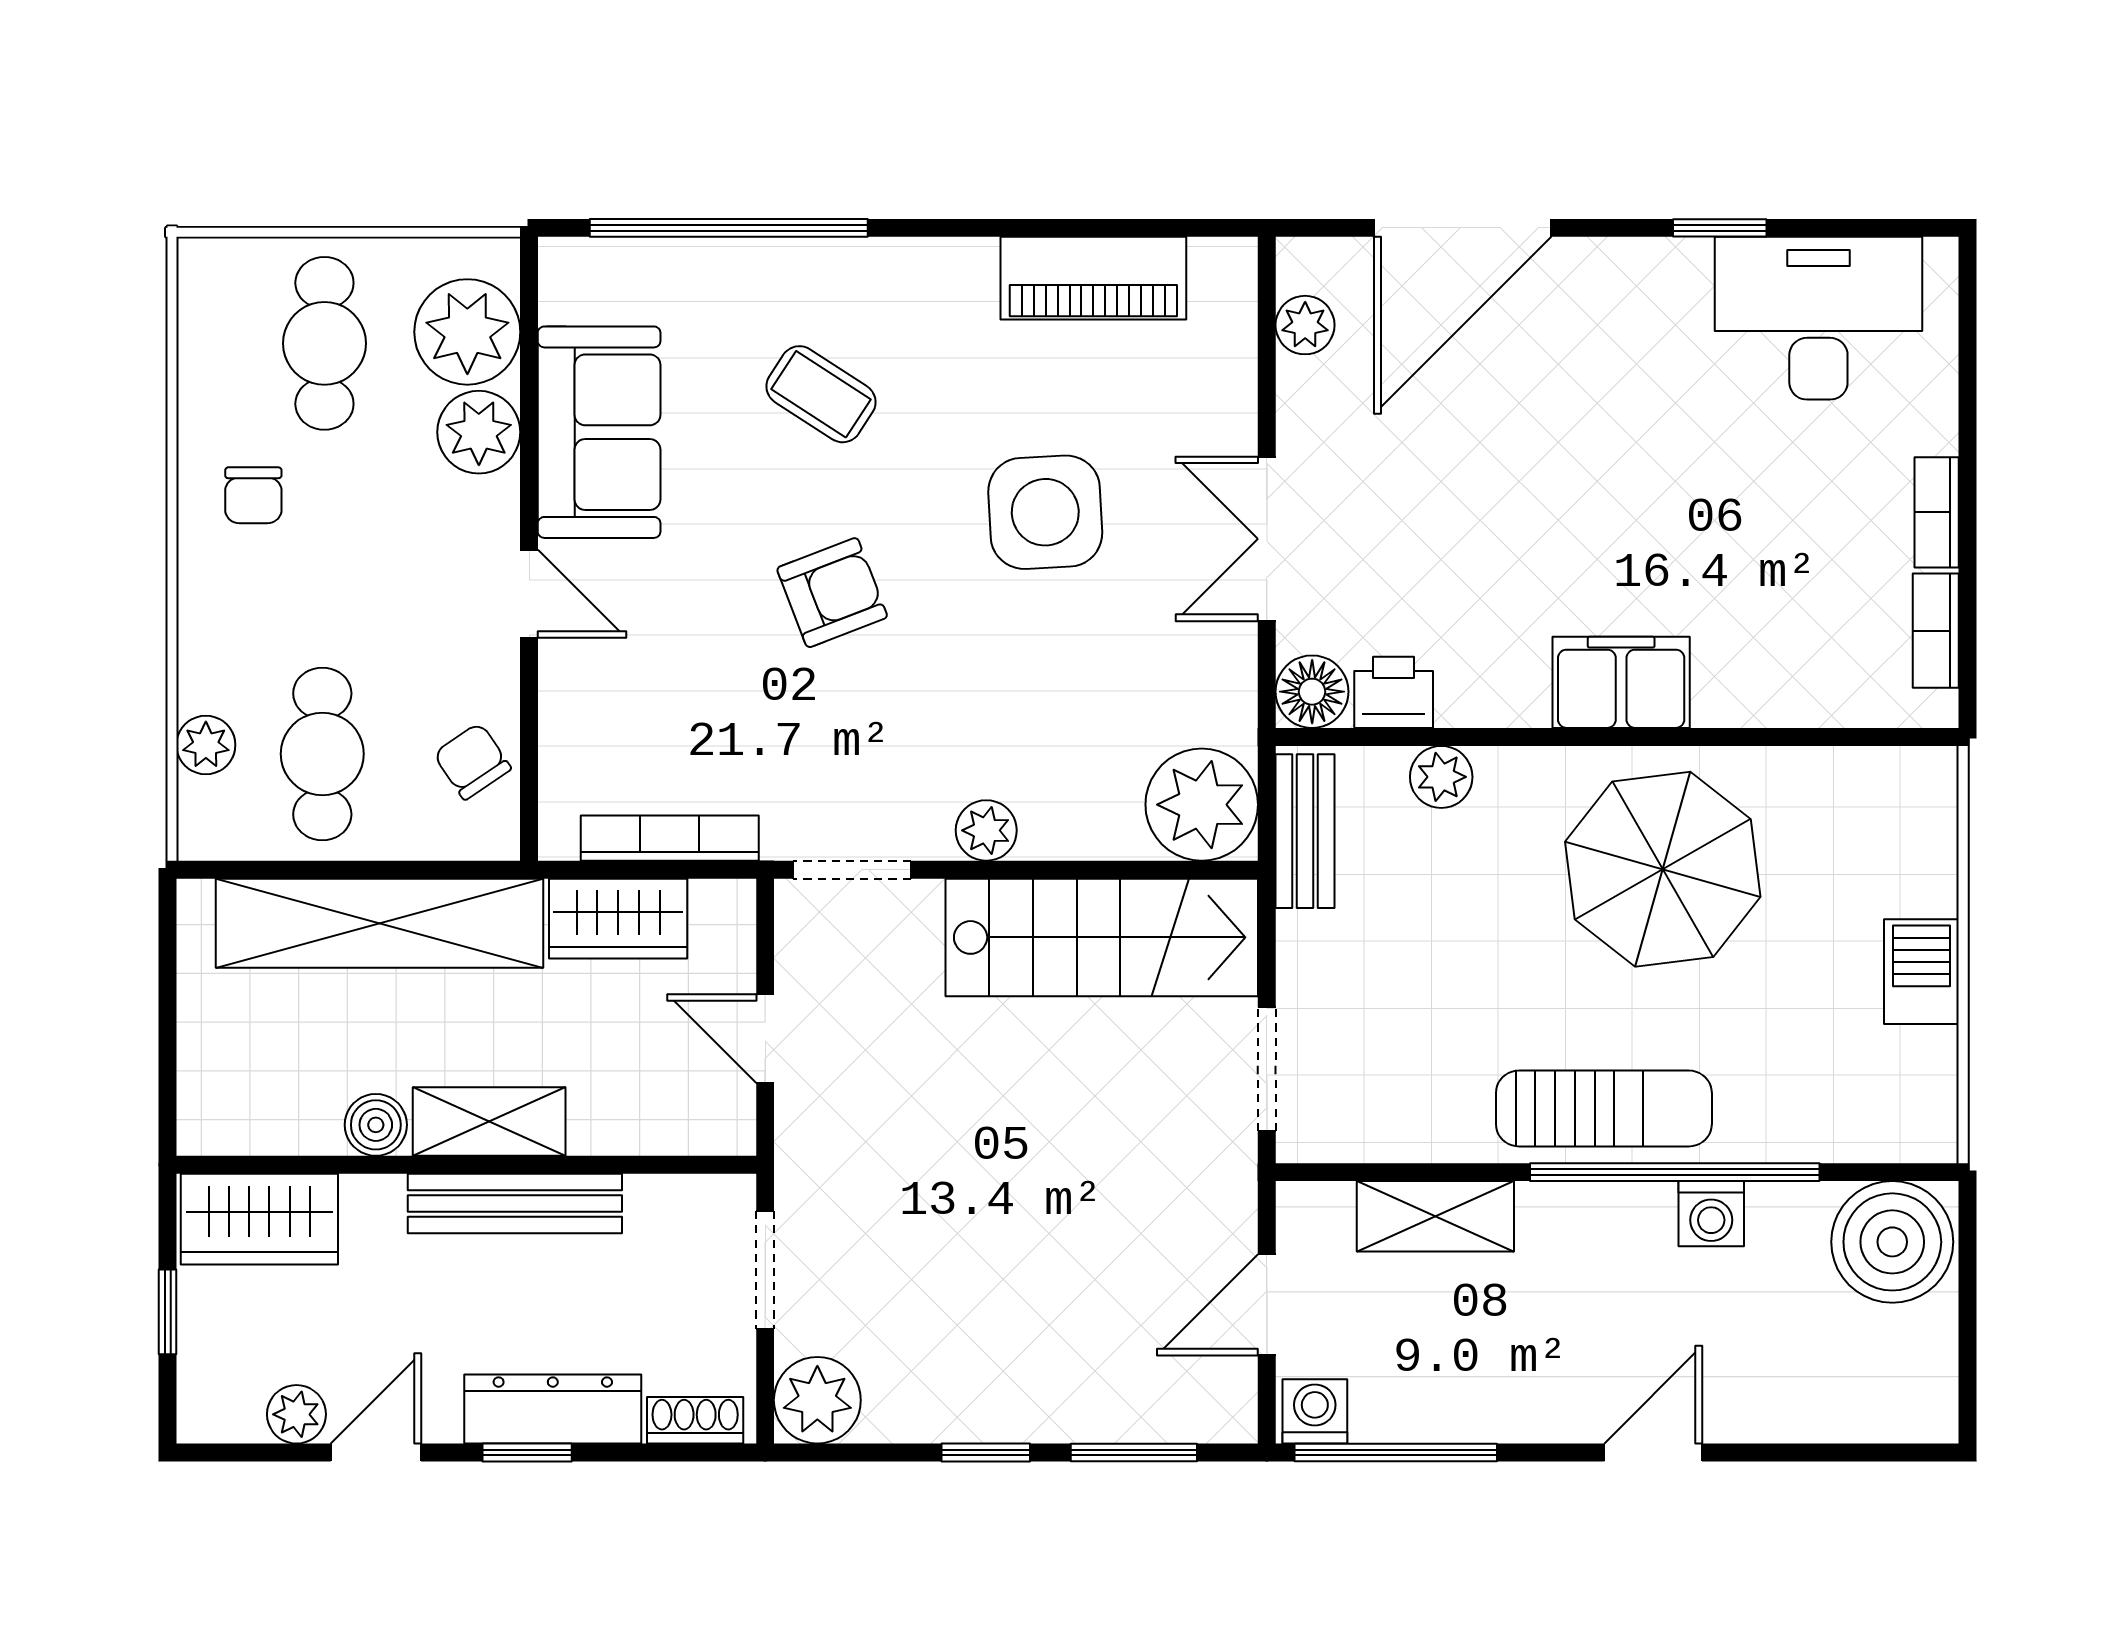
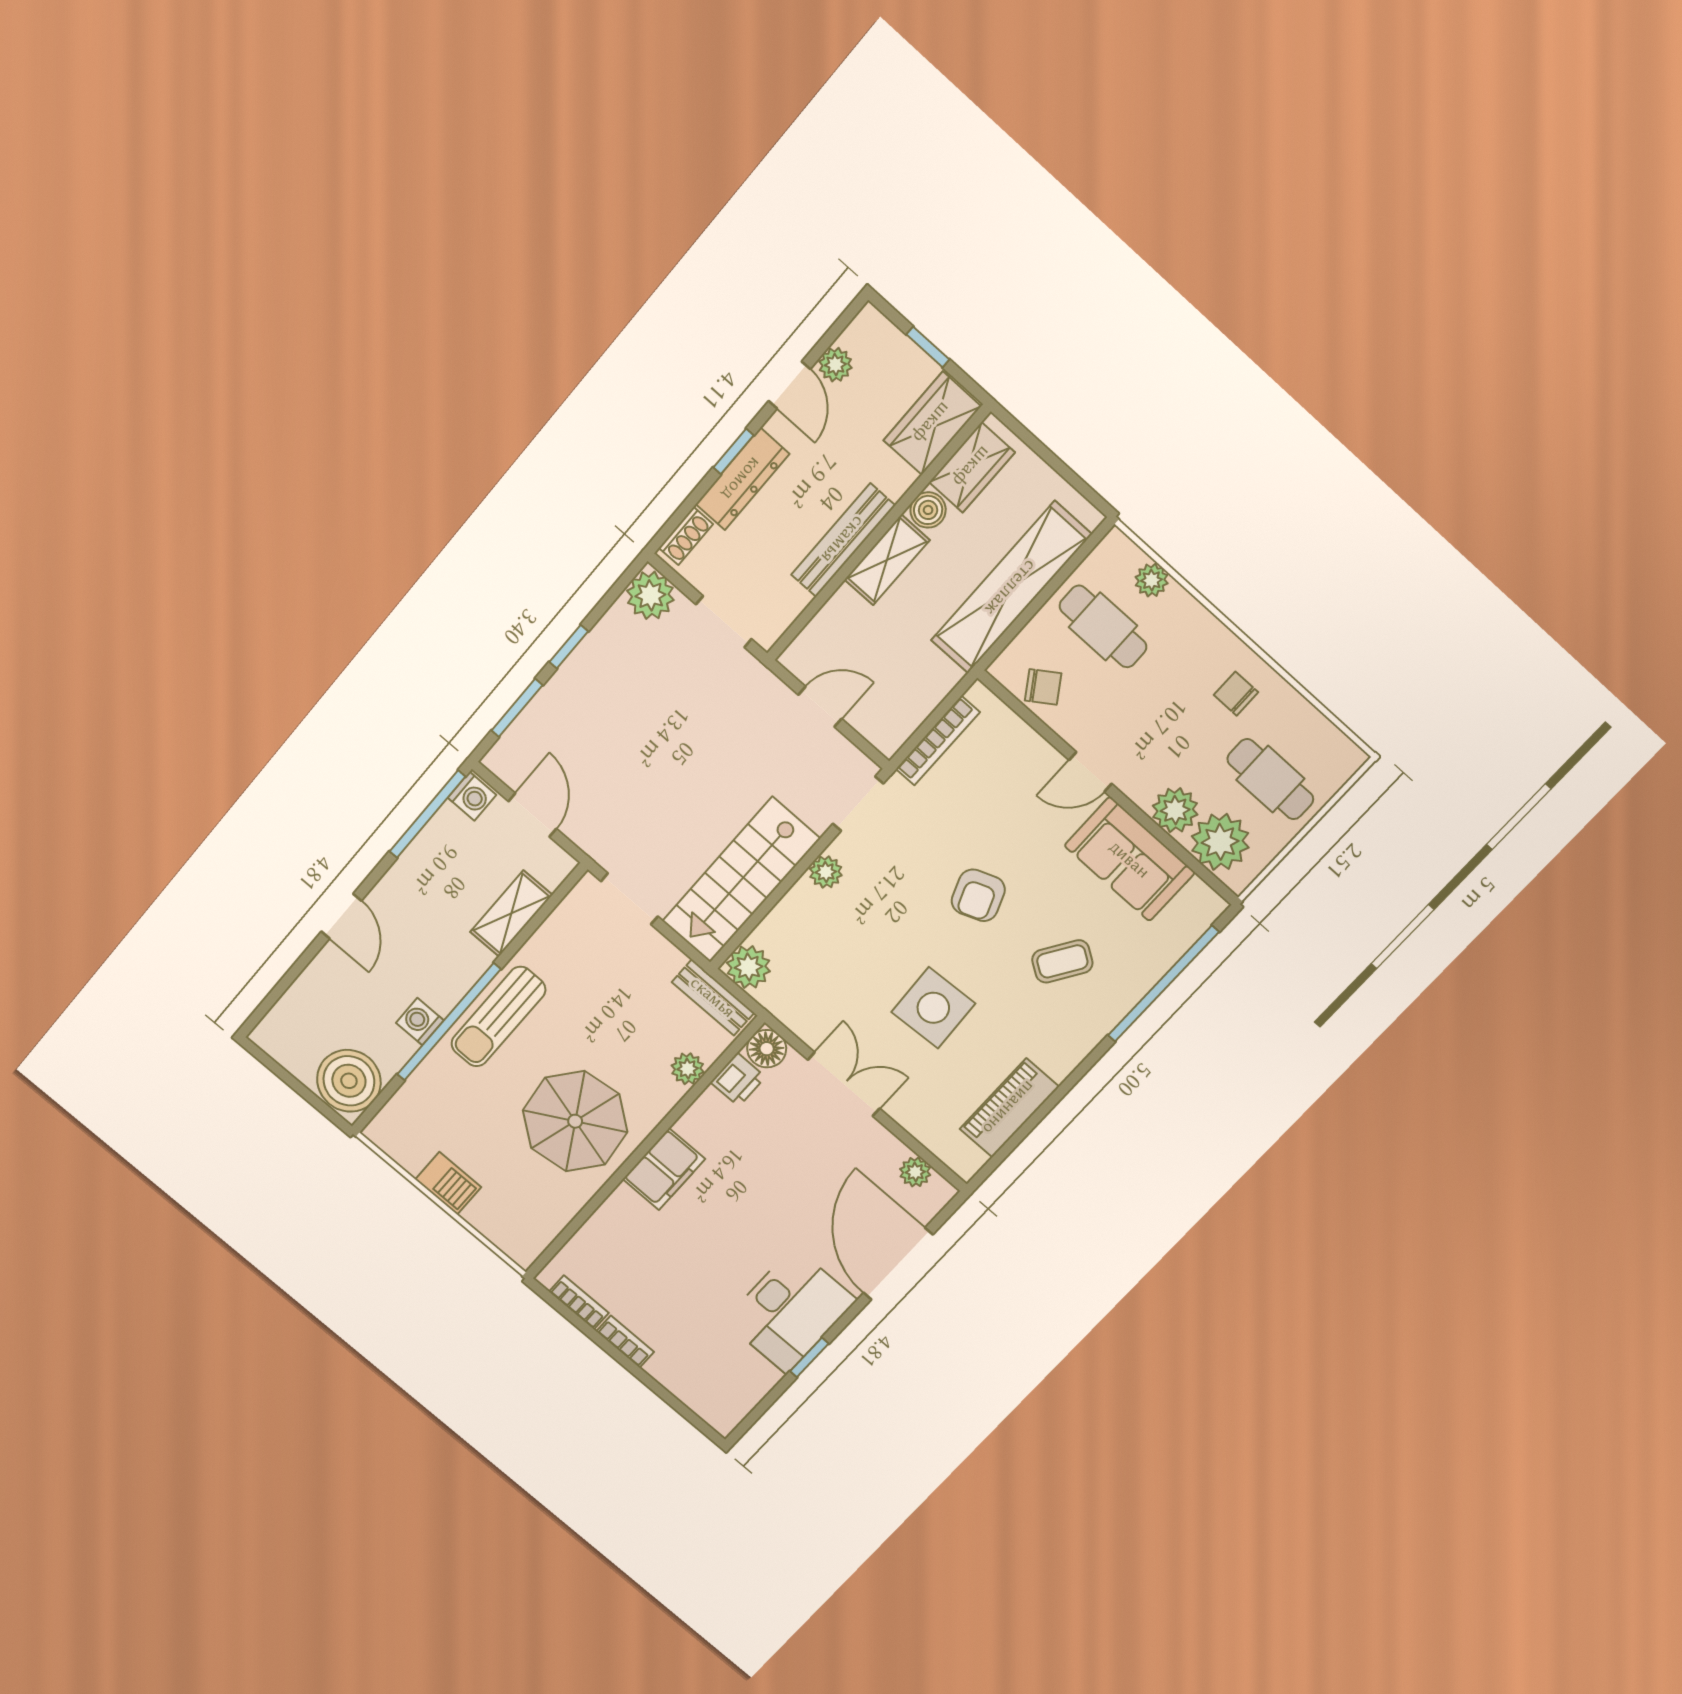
desk: (1818, 318) -> (790, 1310), moved
plant: (1202, 805) -> (748, 967), width x0.73, depth x0.73
wardrobe: (618, 919) -> (972, 467), moved, turned 180

